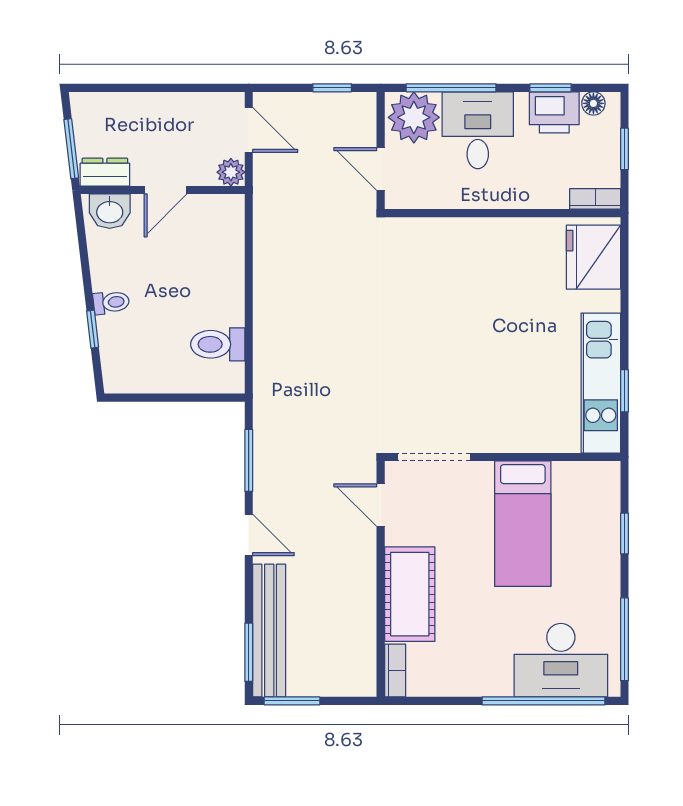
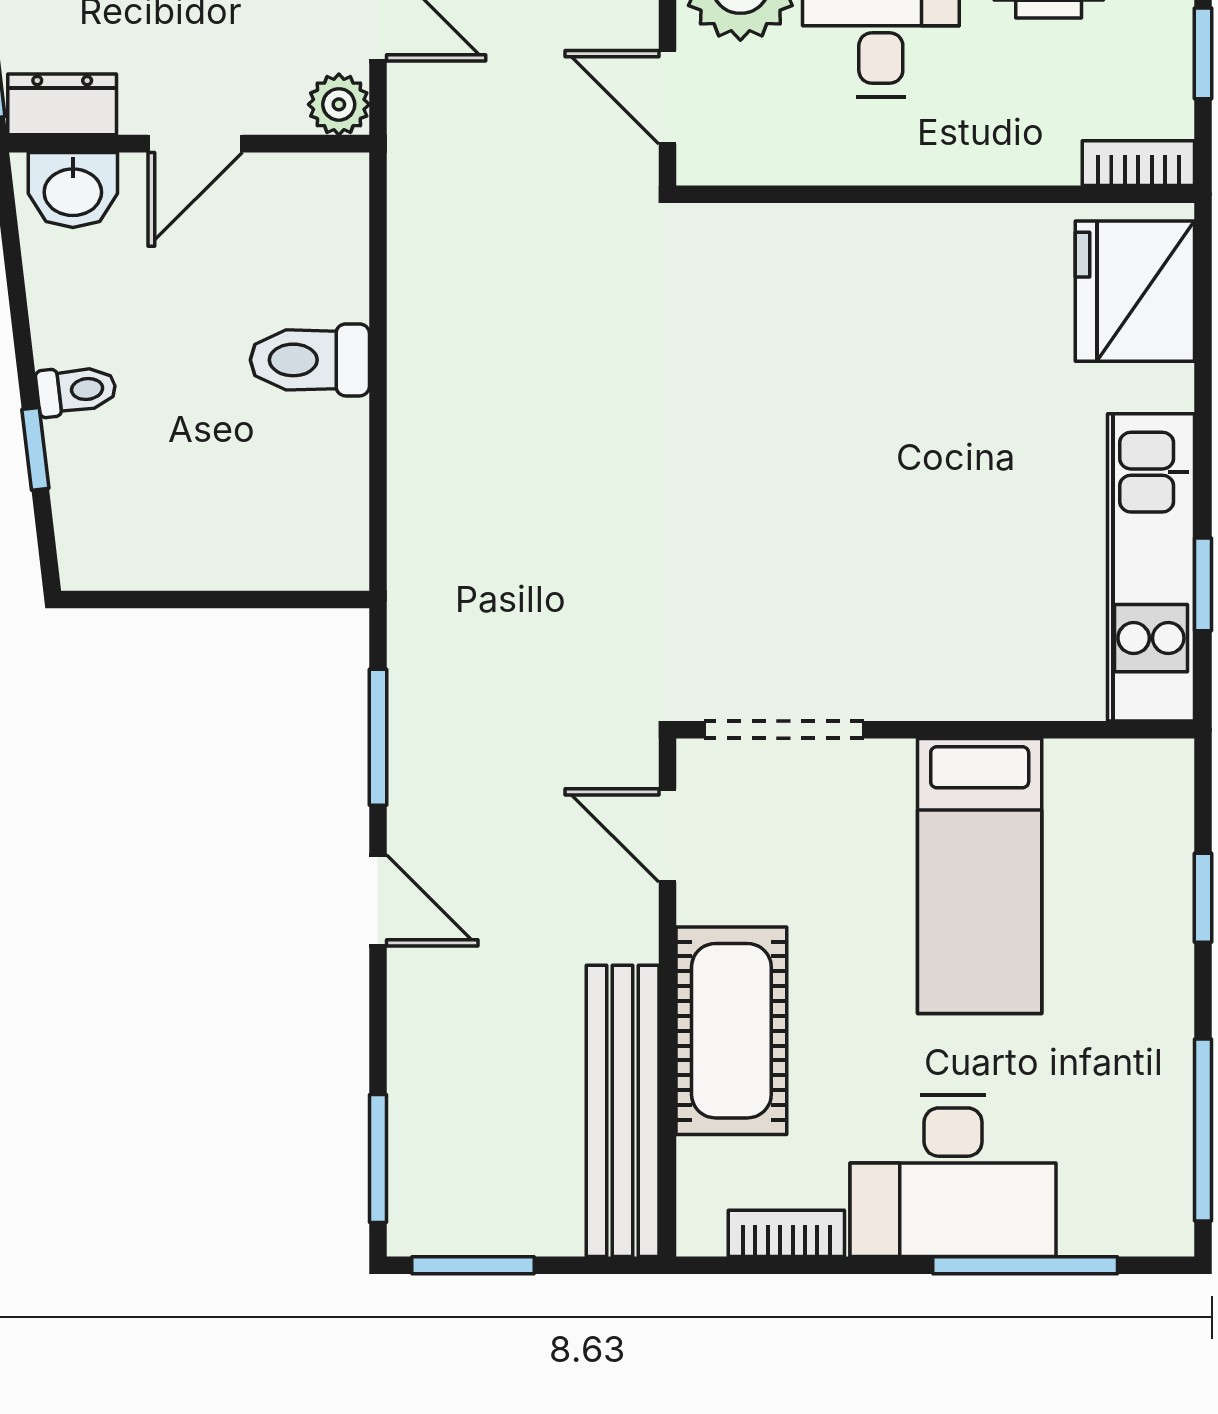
toilet: (218, 344) -> (310, 360), moved
bench: (269, 631) -> (623, 1111), moved
desk: (561, 660) -> (953, 1176), moved
bookcase: (395, 671) -> (786, 1233), moved, turned -90
window: (544, 701) -> (1025, 1265), width x0.68

